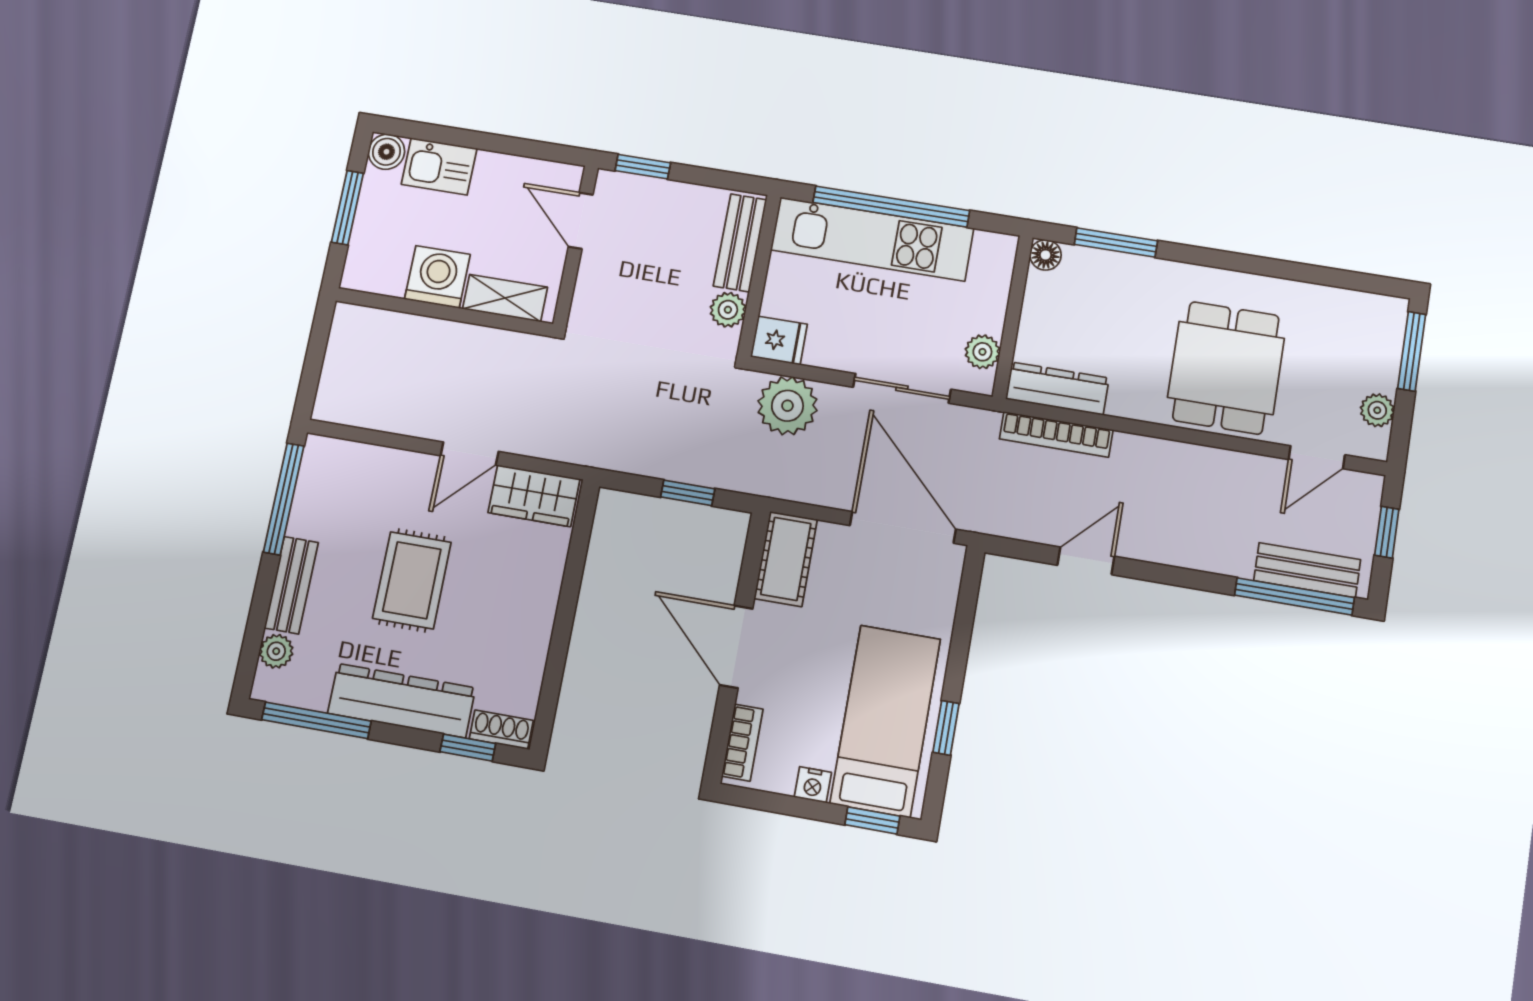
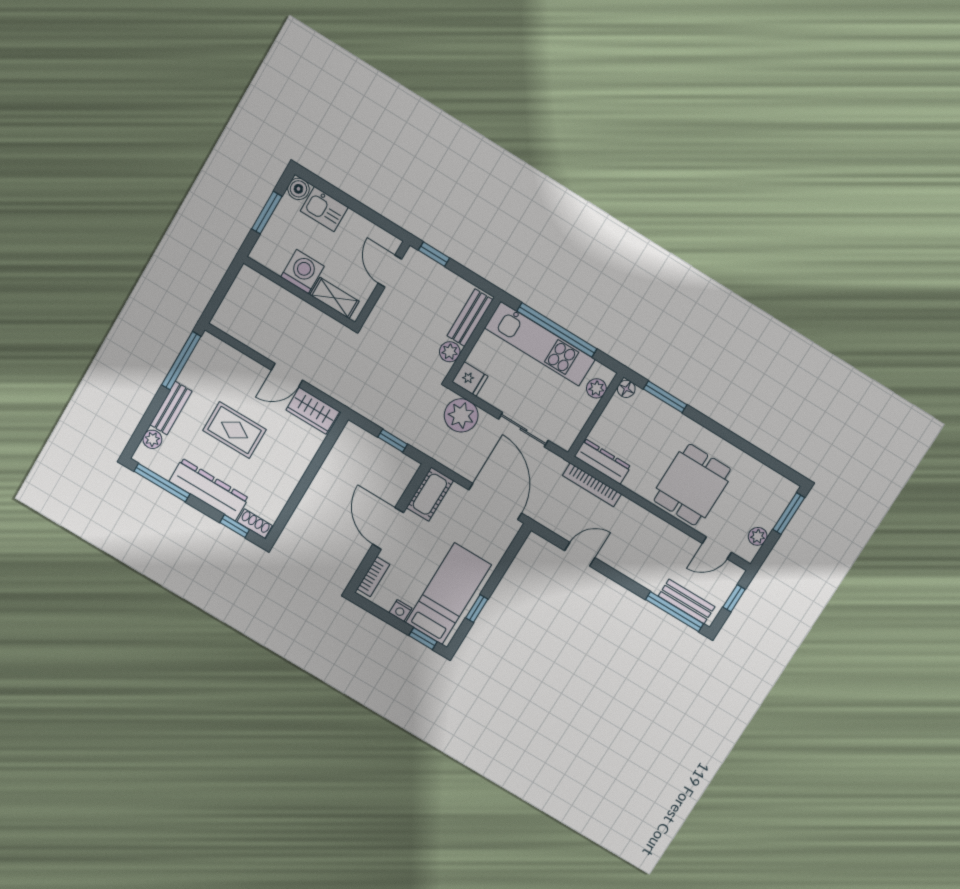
plant: (982, 352) -> (596, 388), moved
rug: (412, 580) -> (234, 430), turned 90

